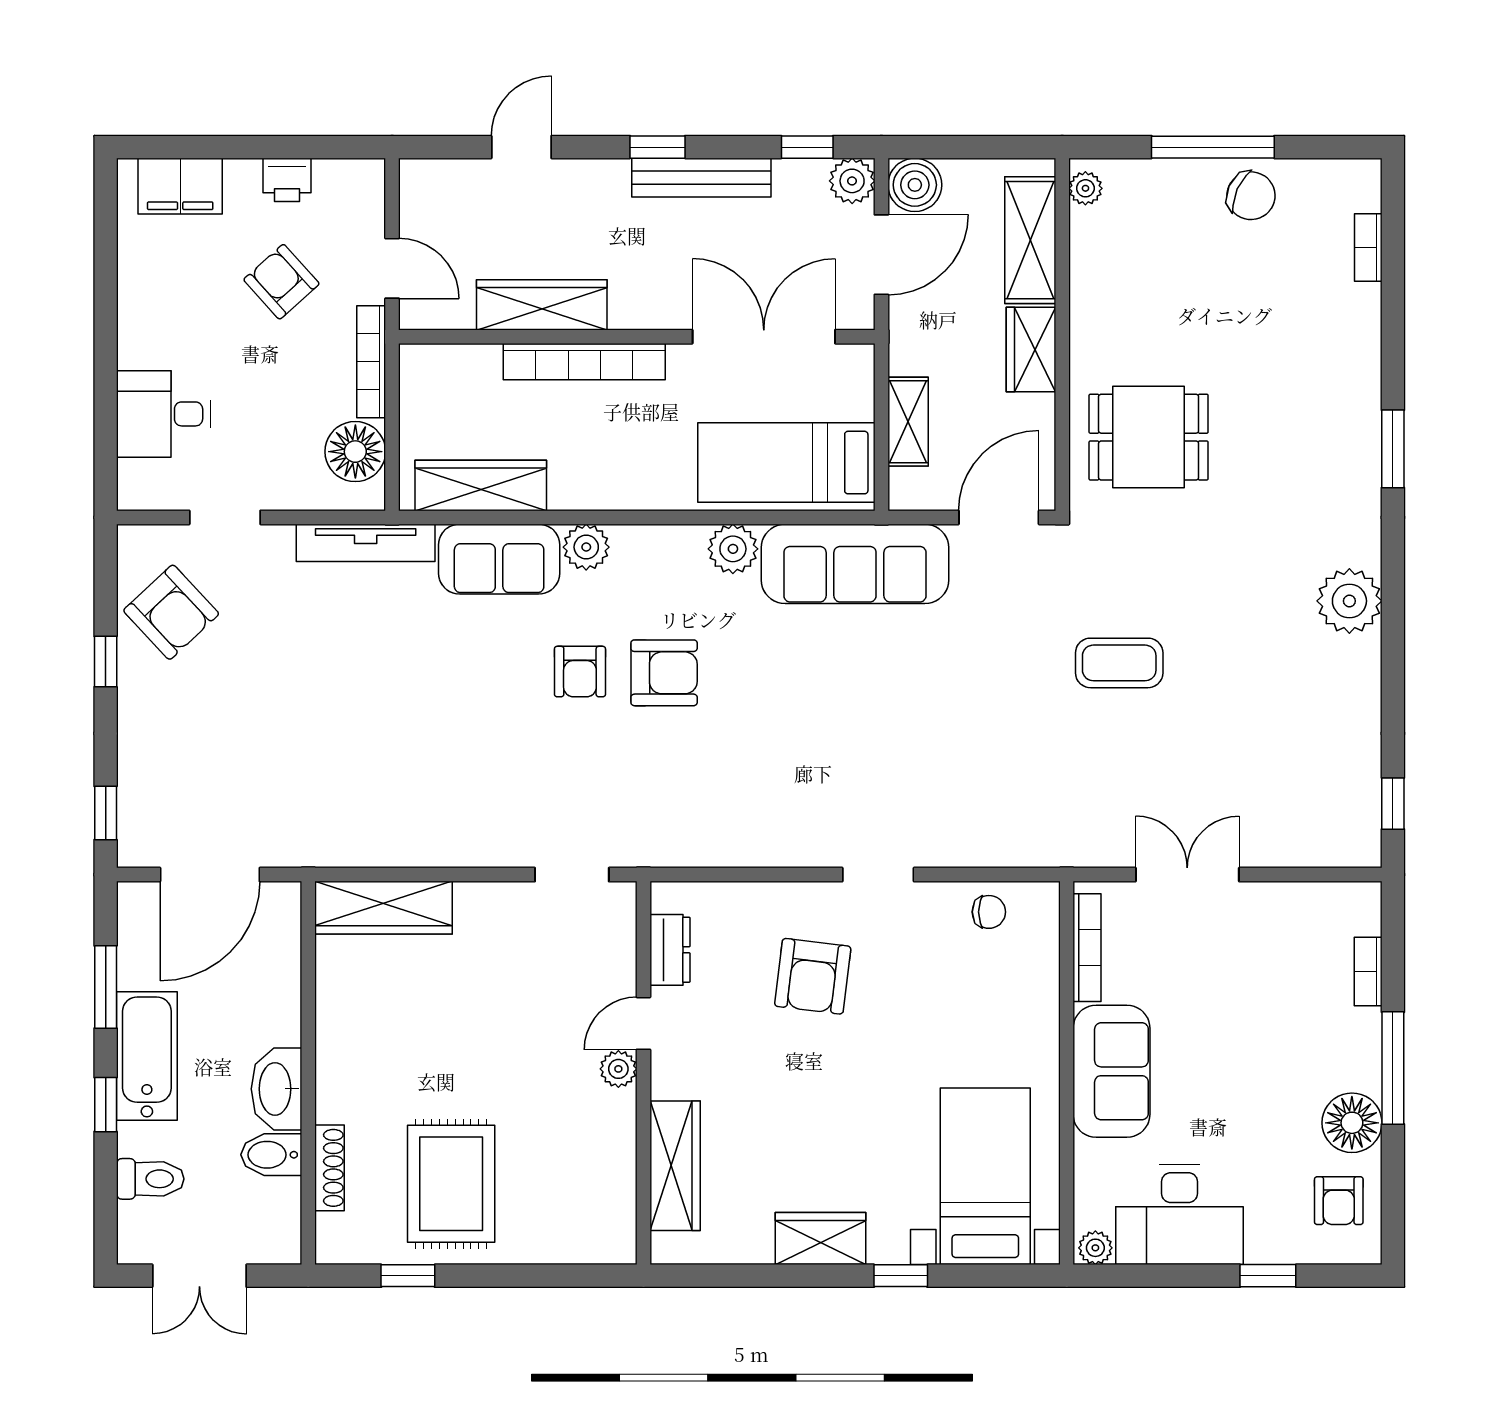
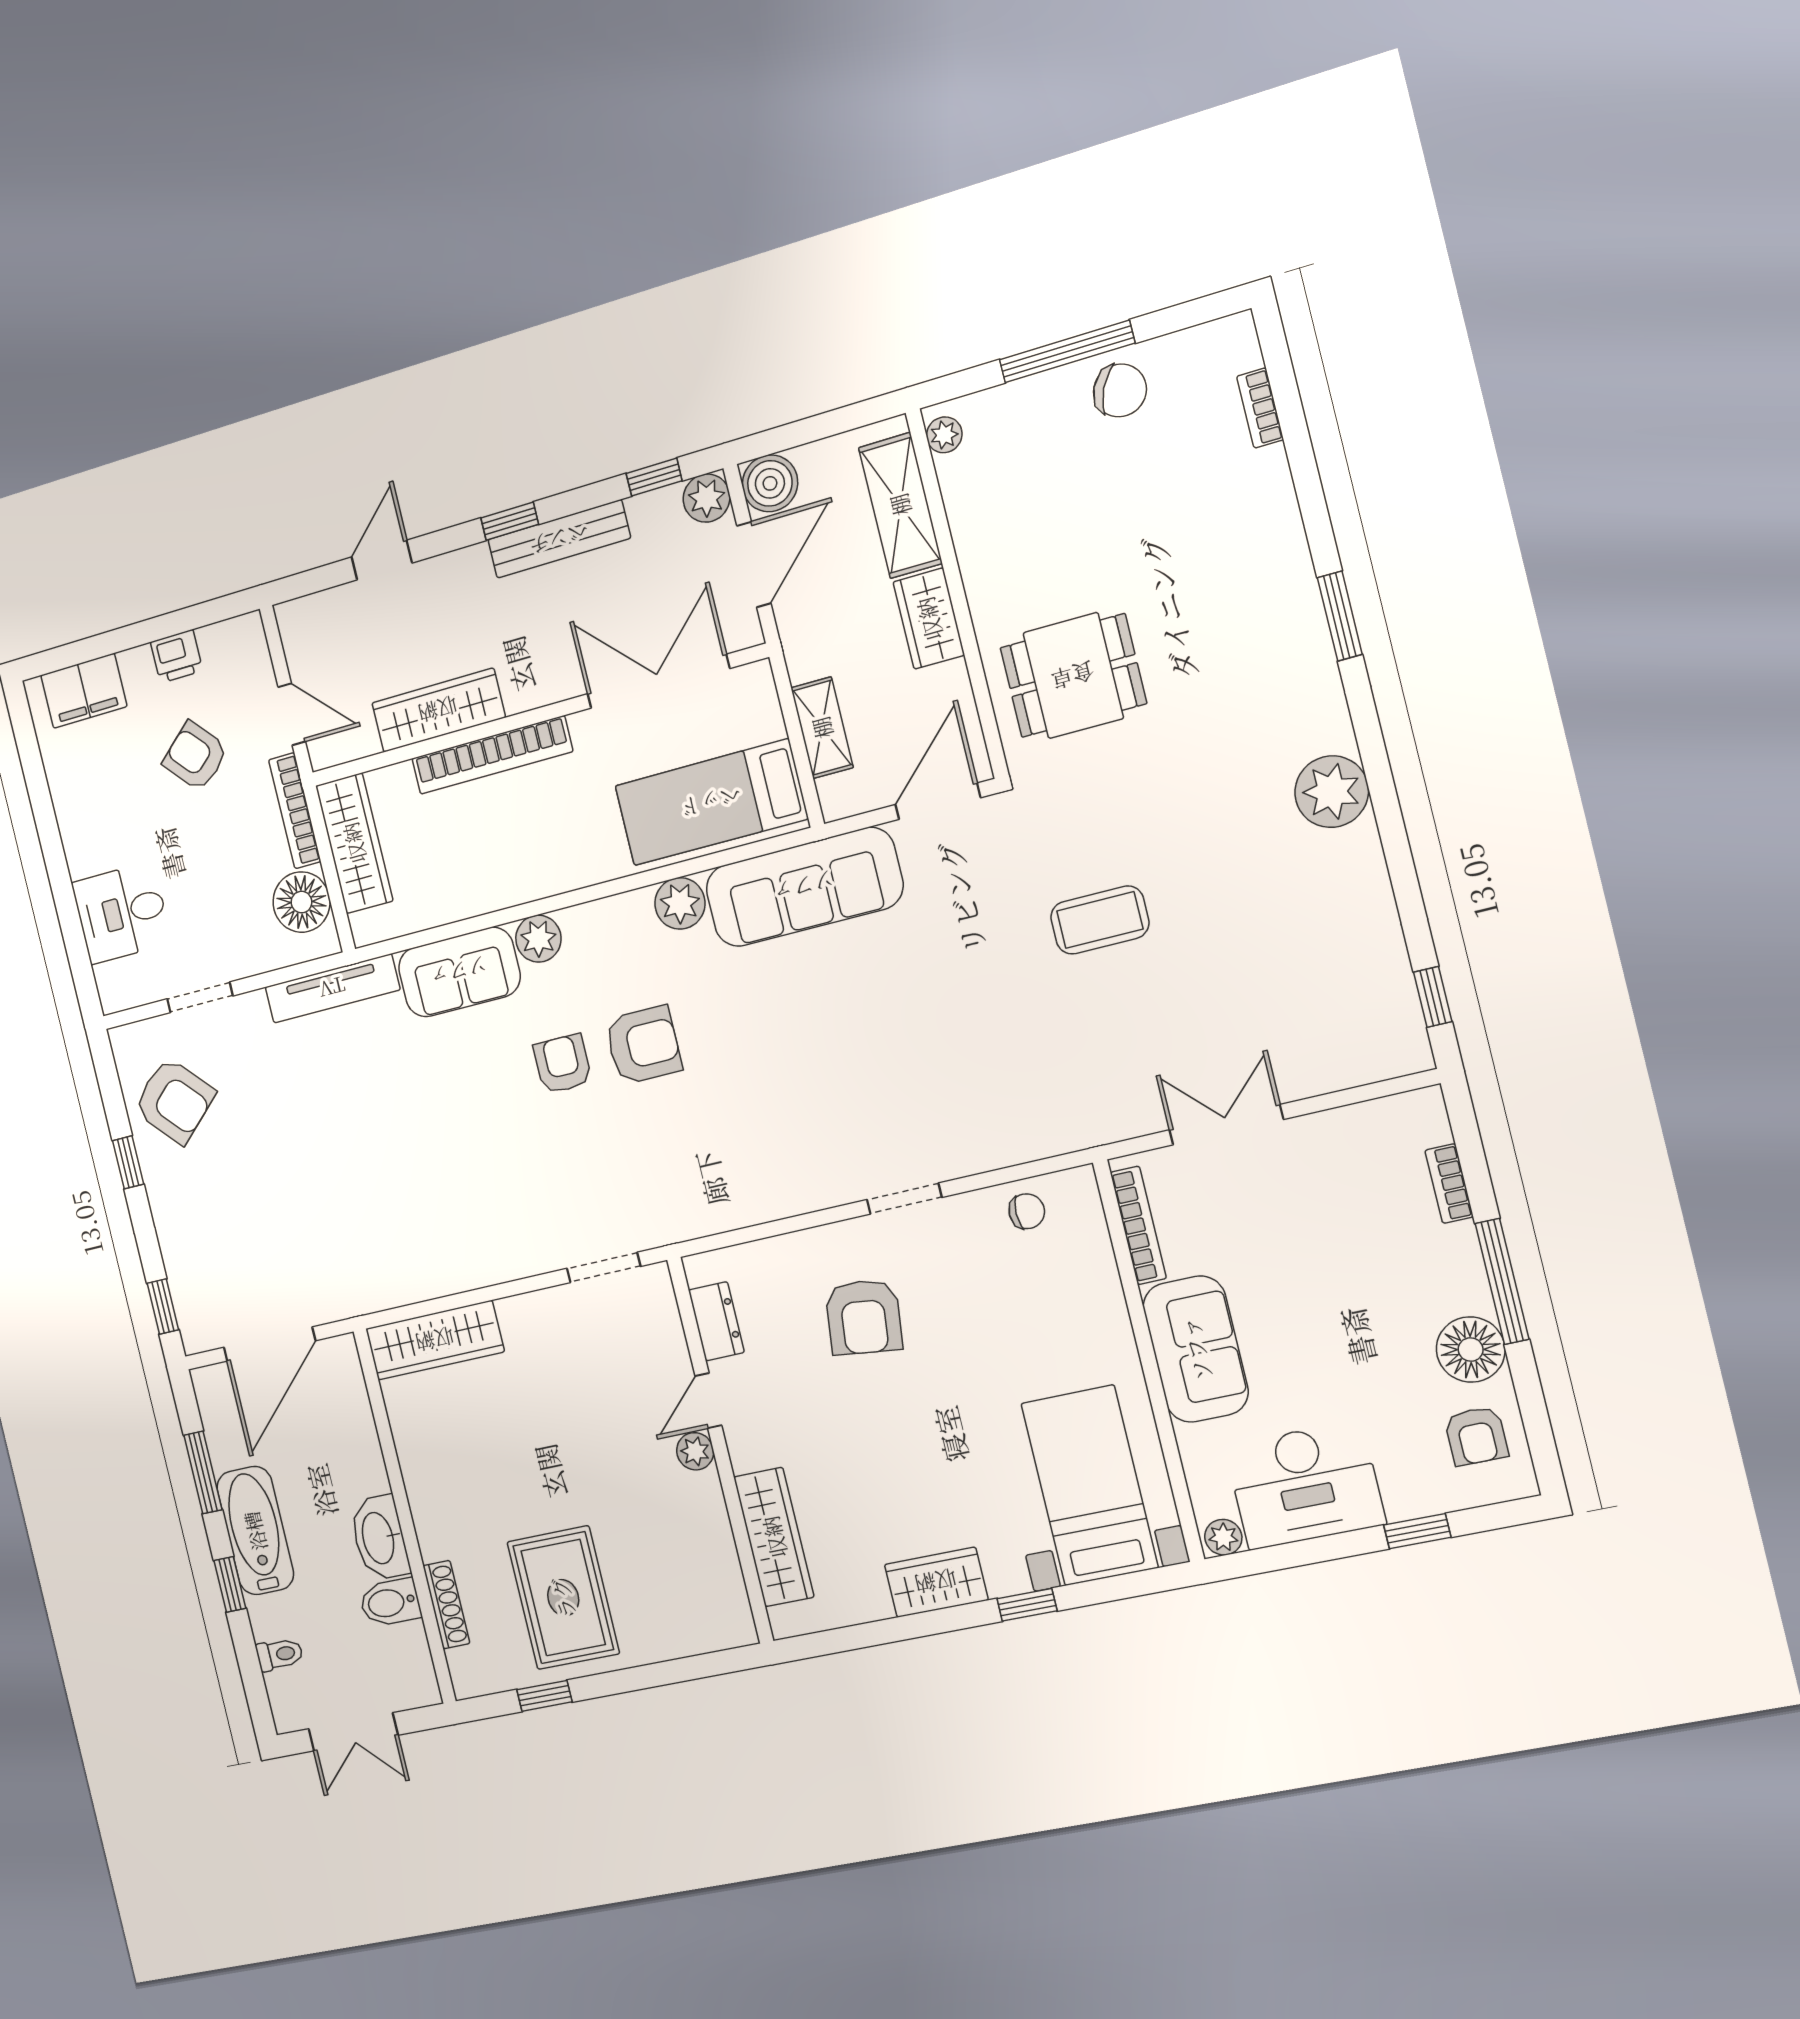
wardrobe: (481, 485) -> (354, 843), moved, turned 90
armchair: (580, 672) -> (562, 1064), turned 180
toilet: (150, 1179) -> (280, 1654), width x0.73, depth x0.72

